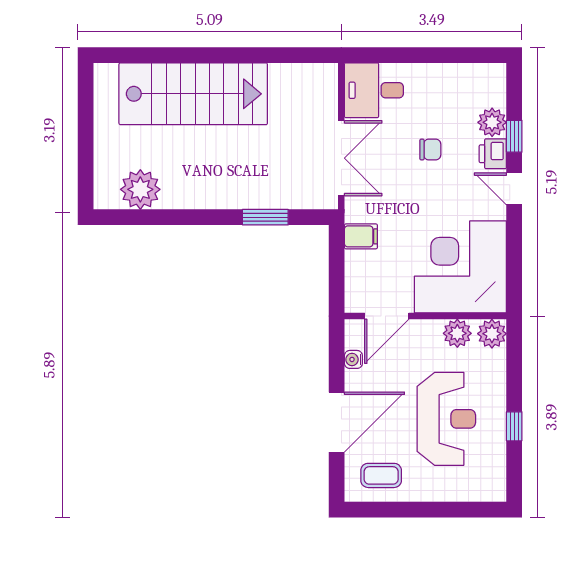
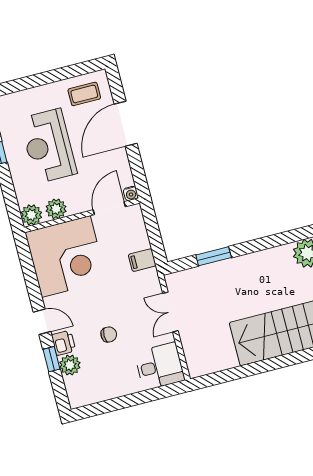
chair: (430, 150) -> (109, 334), turned 180
double door: (341, 158) -> (170, 312), width x0.73
water cooler: (353, 359) -> (131, 194), moved, turned 90

